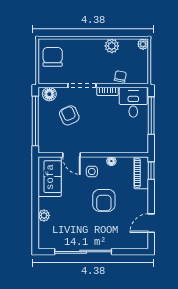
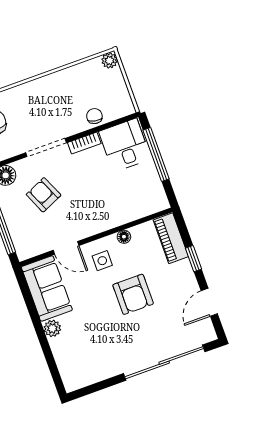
plant: (112, 46) -> (68, 78), removed
window: (151, 171) -> (194, 259), moved
plant: (44, 215) -> (52, 328), moved
sliding door: (83, 252) -> (164, 363), moved

